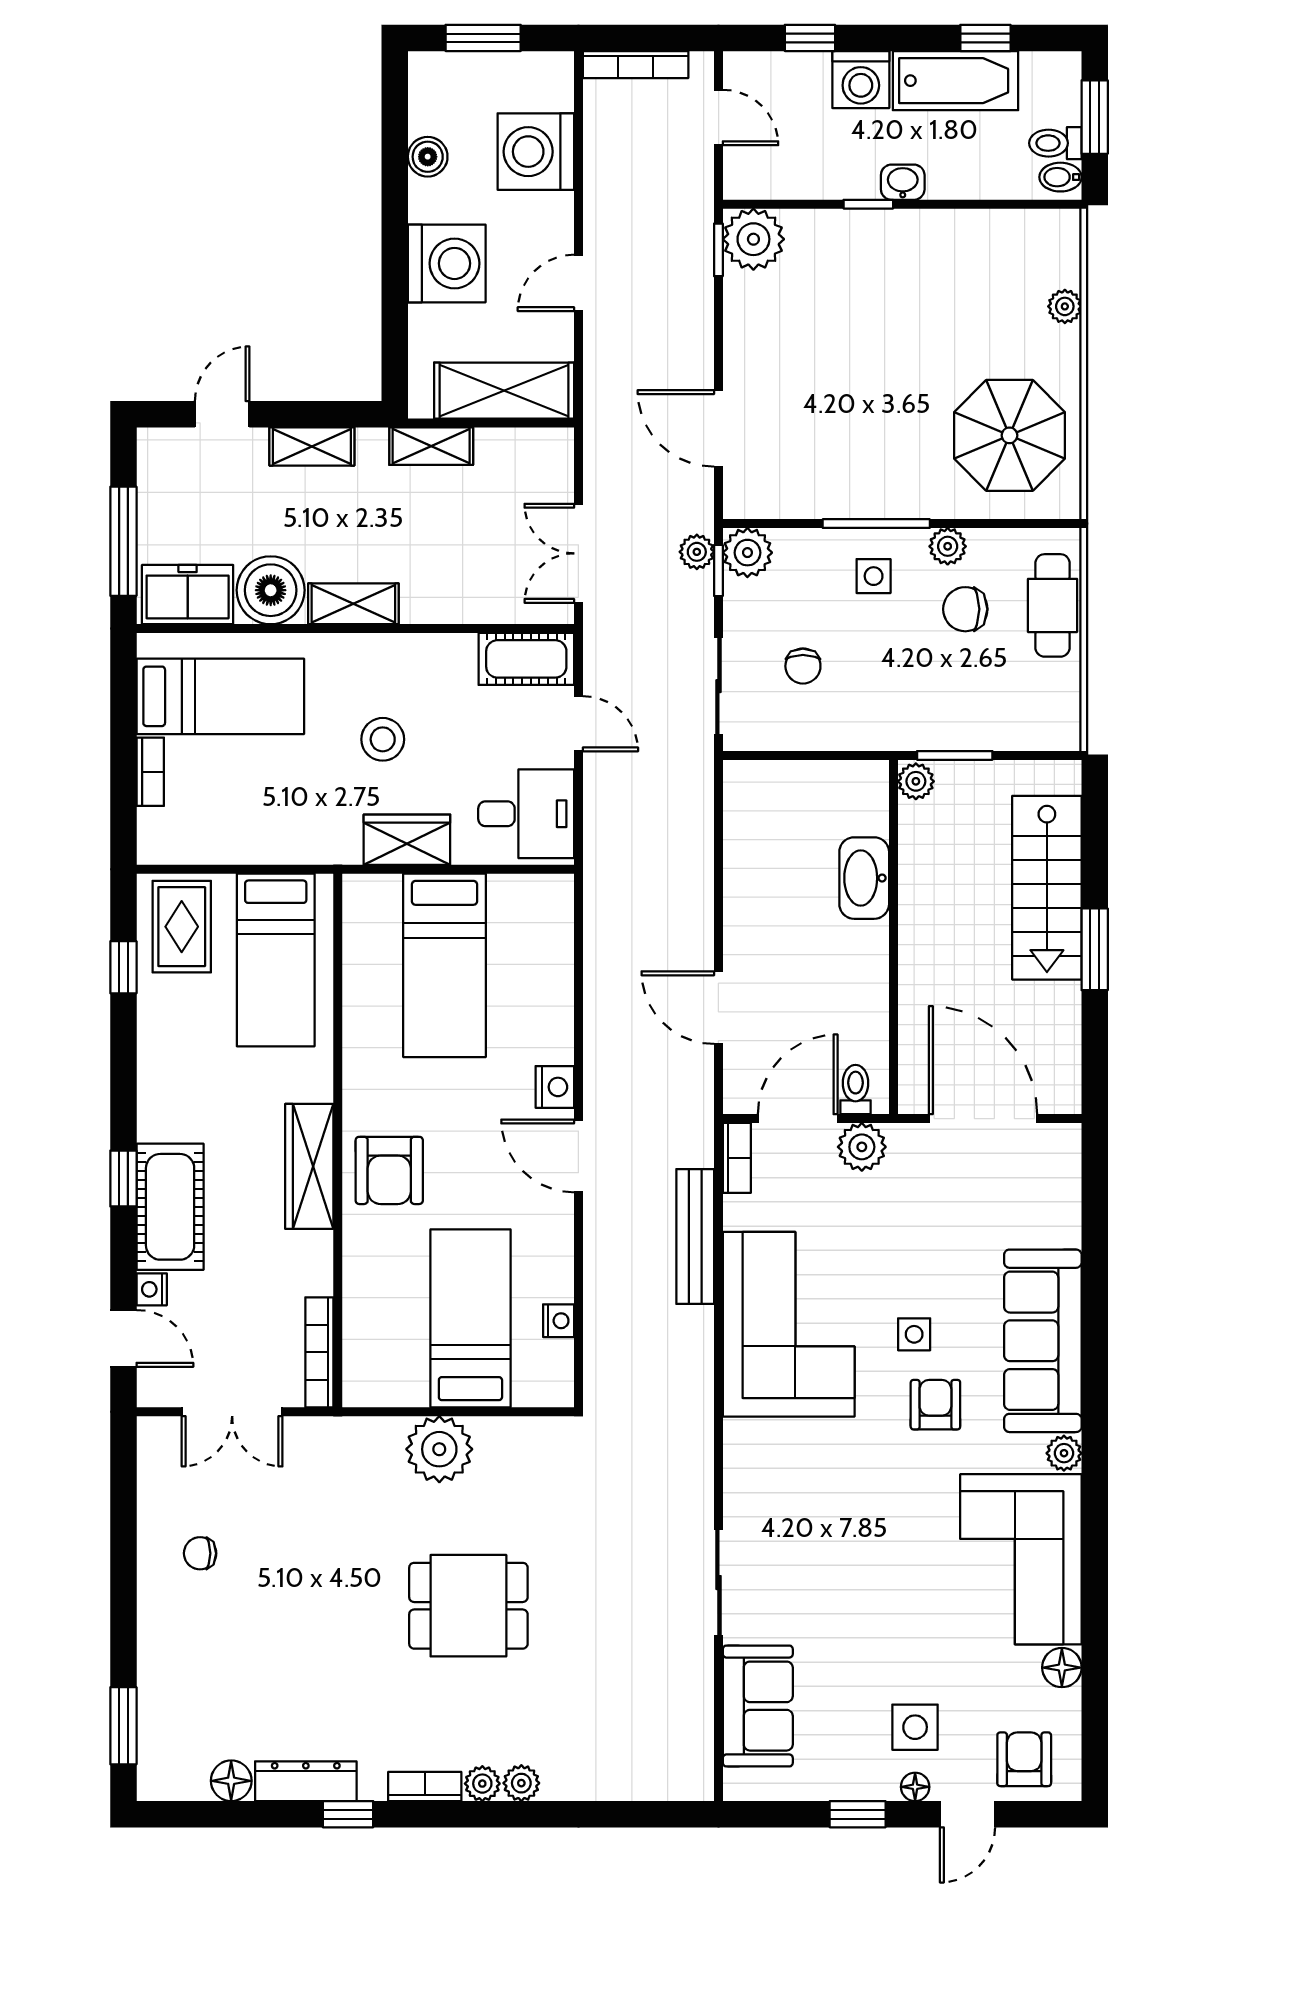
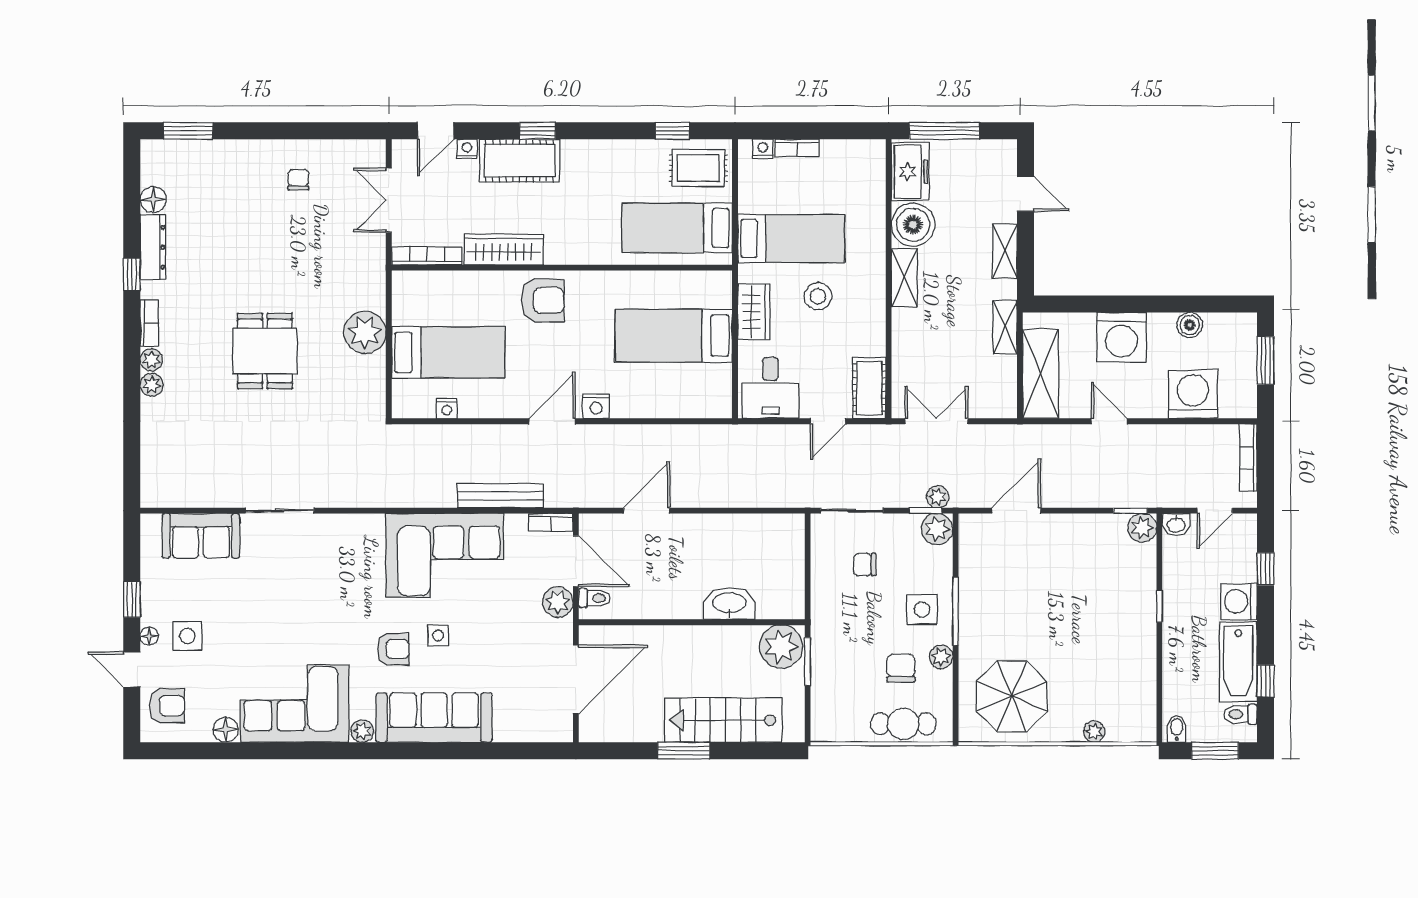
toilet: (1055, 143) -> (1240, 714), moved, turned -90
washbasin: (903, 182) -> (1176, 525), moved, turned 90
plant: (753, 239) -> (1142, 528), width x0.73, depth x0.73
side table: (874, 576) -> (922, 610), width x1.37, depth x1.37
bed: (220, 696) -> (791, 238), moved, turned -90
plant: (916, 781) -> (781, 647), width x1.88, depth x1.88
nightstand: (152, 826) -> (763, 149), added
wardrobe: (309, 1166) -> (504, 249), moved
armchair: (389, 1170) -> (543, 300), turned 180

